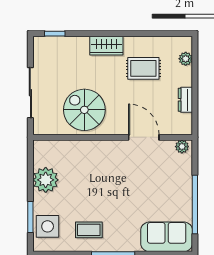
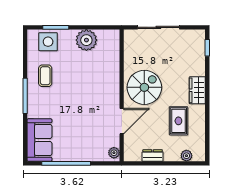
spiral stairs: (84, 110) -> (144, 87), moved

